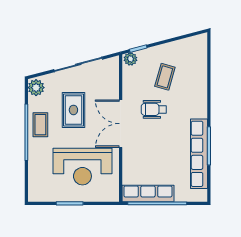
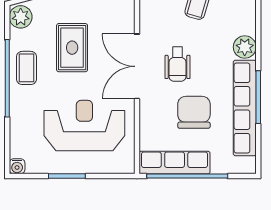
wheelchair: (154, 109) -> (177, 64), moved, turned -90
plant: (199, 109) -> (245, 47), added
chair: (162, 157) -> (194, 112), added
reception desk: (82, 167) -> (84, 126), turned 180
water cooler: (33, 196) -> (17, 166), added

